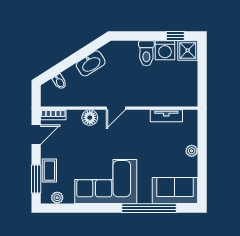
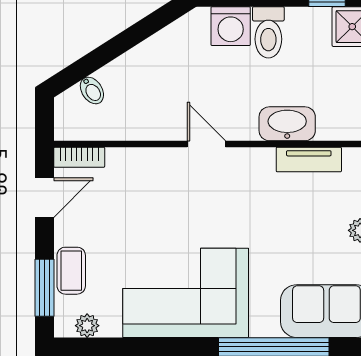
washing machine: (165, 50) -> (231, 26), moved
washbasin: (91, 63) -> (287, 124), moved, turned -147
door: (116, 108) -> (206, 144), swing flipped
floor lamp: (90, 118) -> (153, 163), removed

